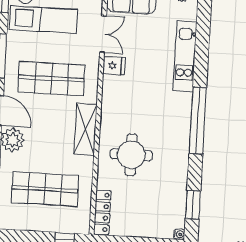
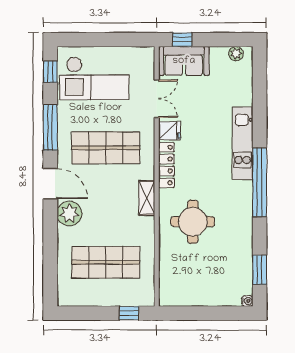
kitchen unit: (185, 56) -> (243, 143), moved
shelving: (85, 129) -> (147, 198), width x0.67, depth x0.75
locker: (102, 212) -> (166, 165), moved

